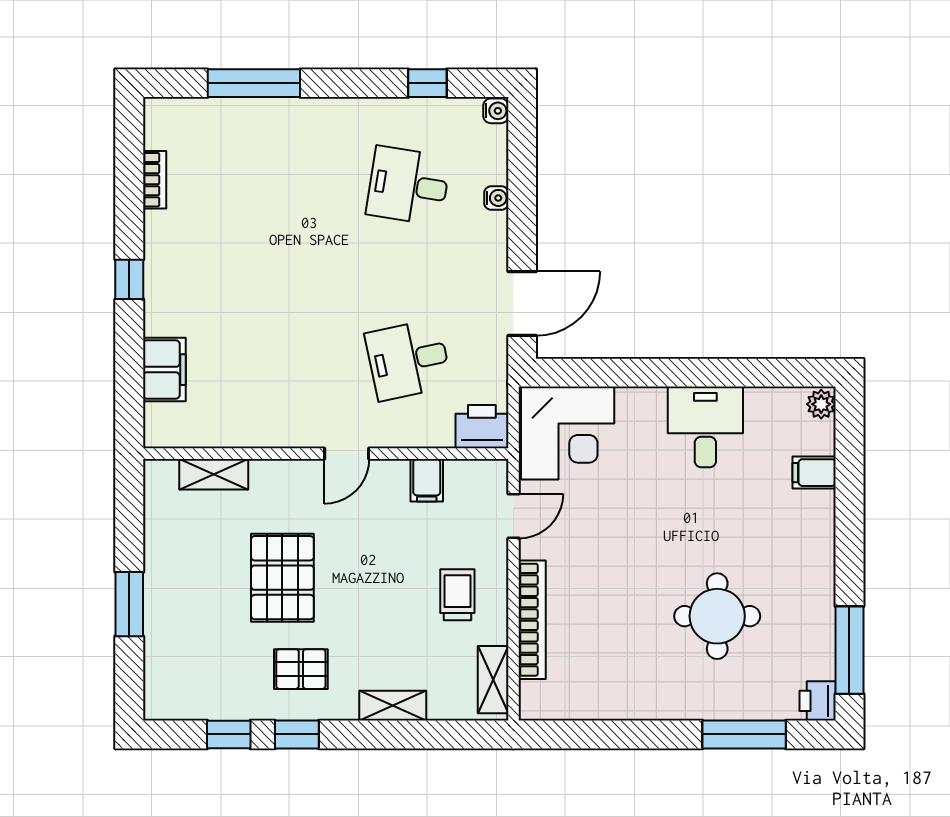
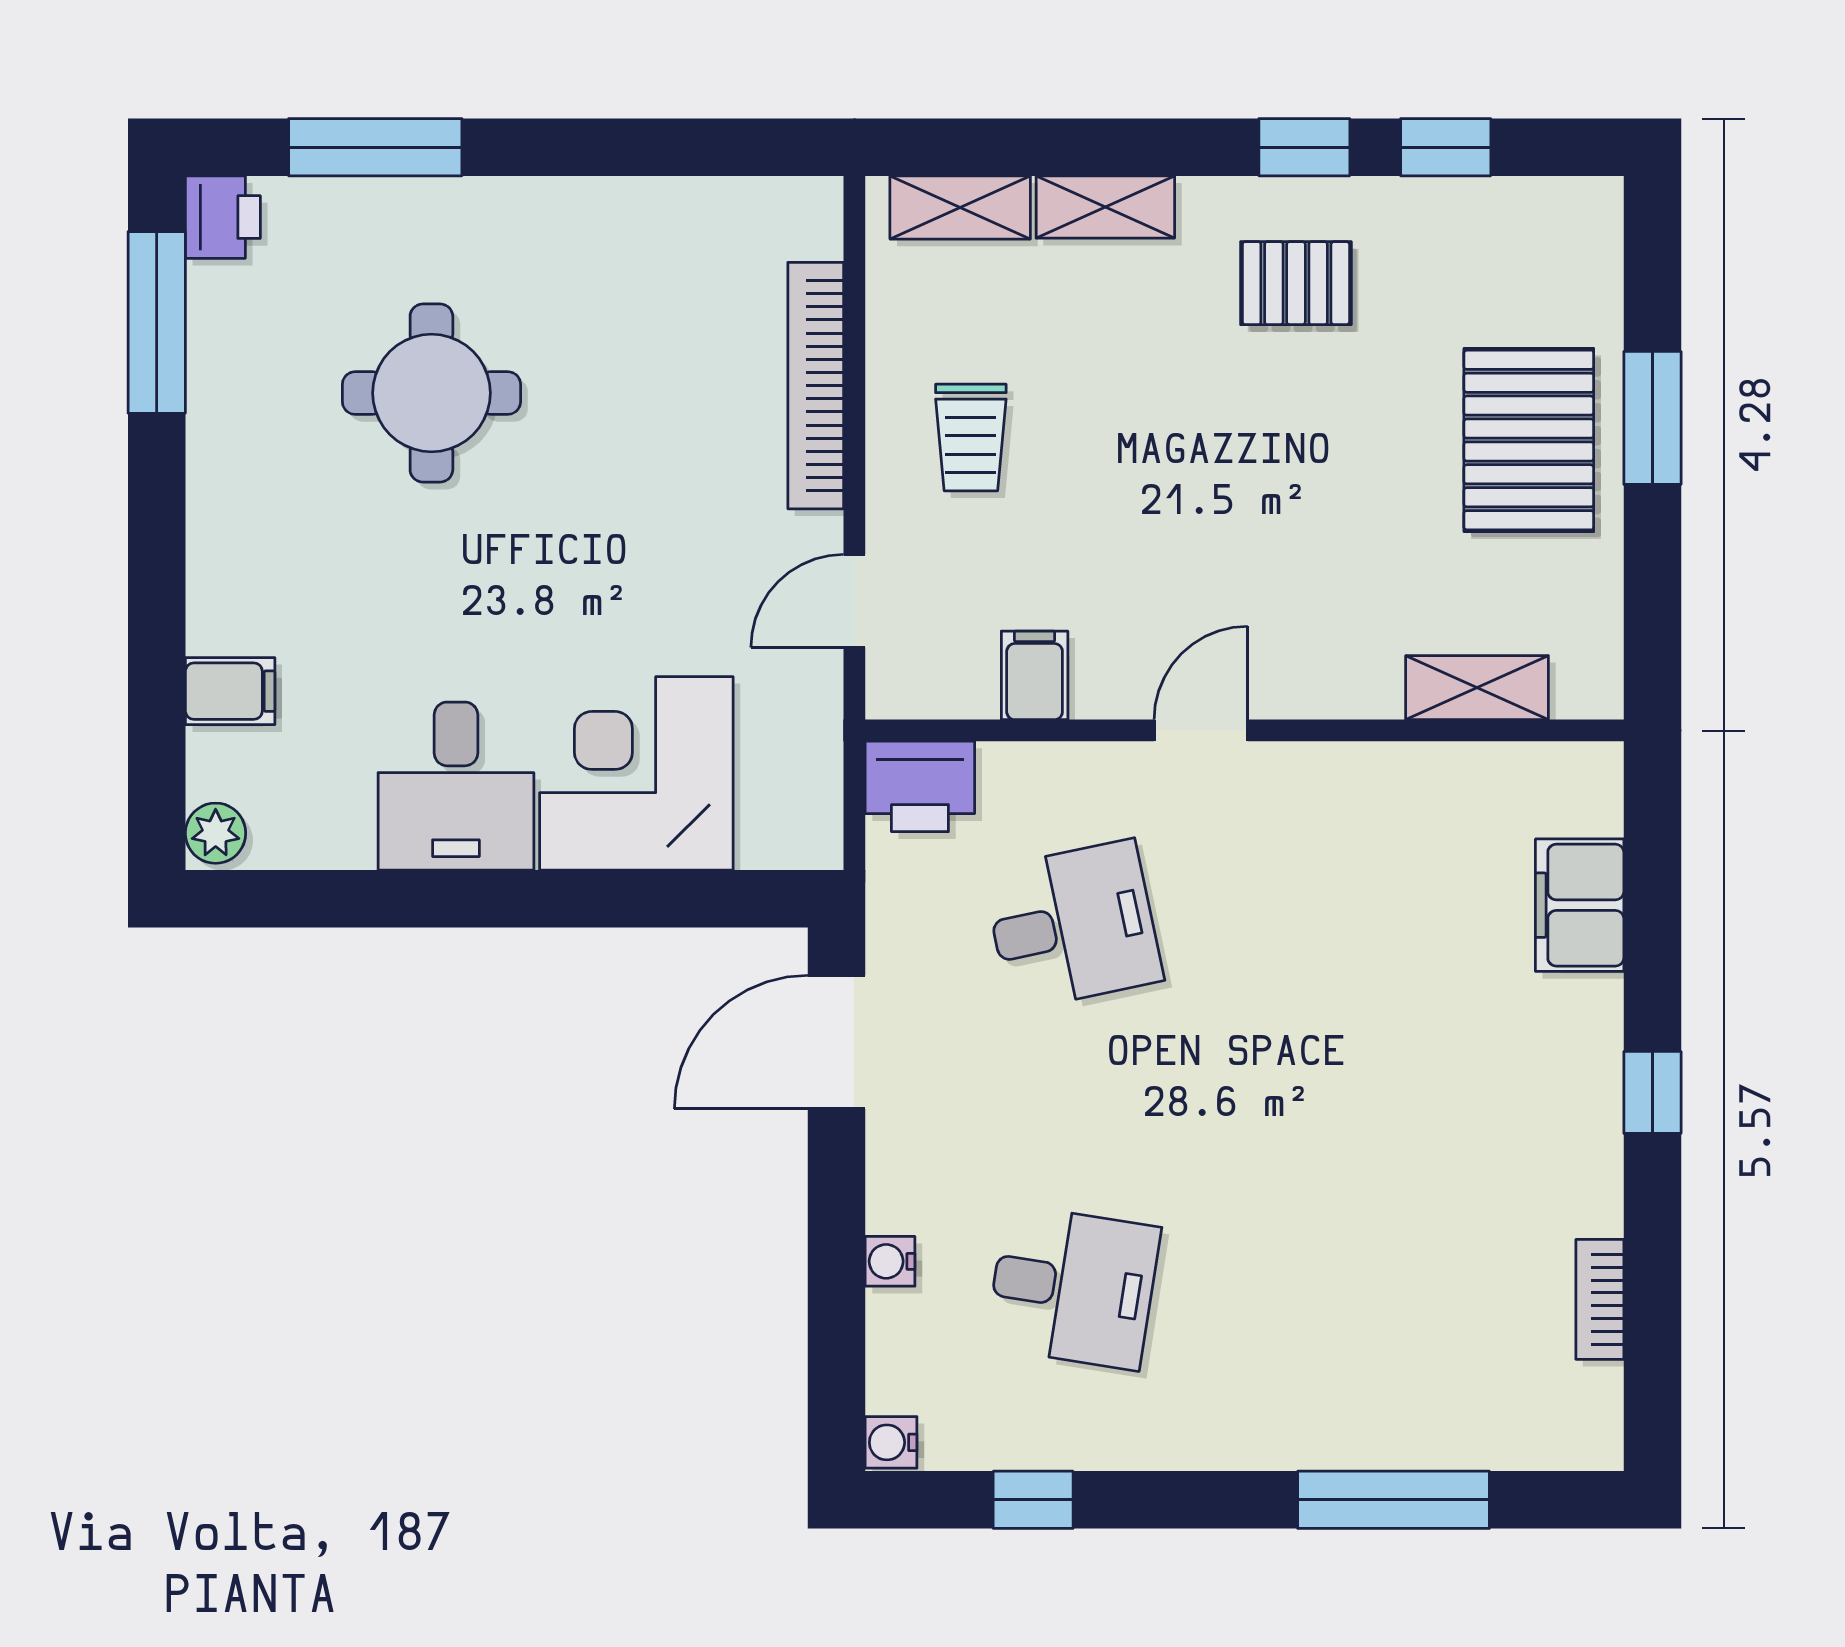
corner desk: (568, 433) -> (636, 773), moved
pallet: (282, 578) -> (1529, 440), moved
shelving: (493, 680) -> (960, 207), moved, turned 90

